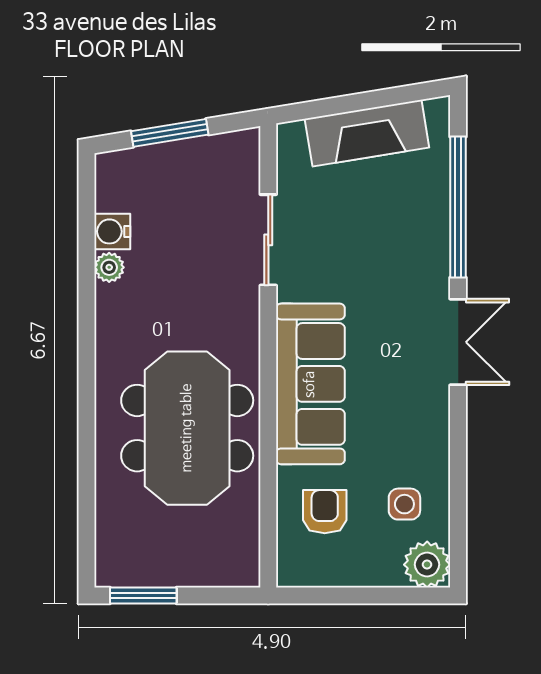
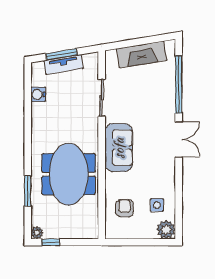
tv unit: (175, 158) -> (64, 65), added
plant: (109, 267) -> (37, 233), moved
sofa: (310, 384) -> (119, 148), width x0.73
window: (86, 469) -> (28, 191), added
window: (143, 596) -> (51, 242), width x0.67

